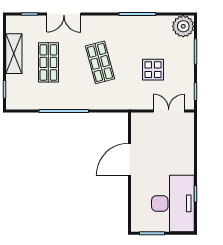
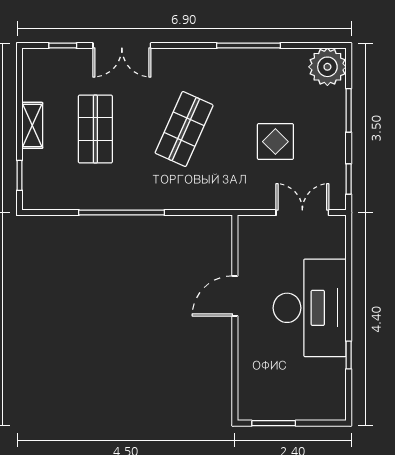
shelving: (14, 54) -> (32, 125), width x0.67, depth x0.75
shop shelf: (100, 62) -> (184, 129), turned 39
door: (130, 159) -> (235, 296), width x0.73
desk: (173, 203) -> (310, 308), moved

